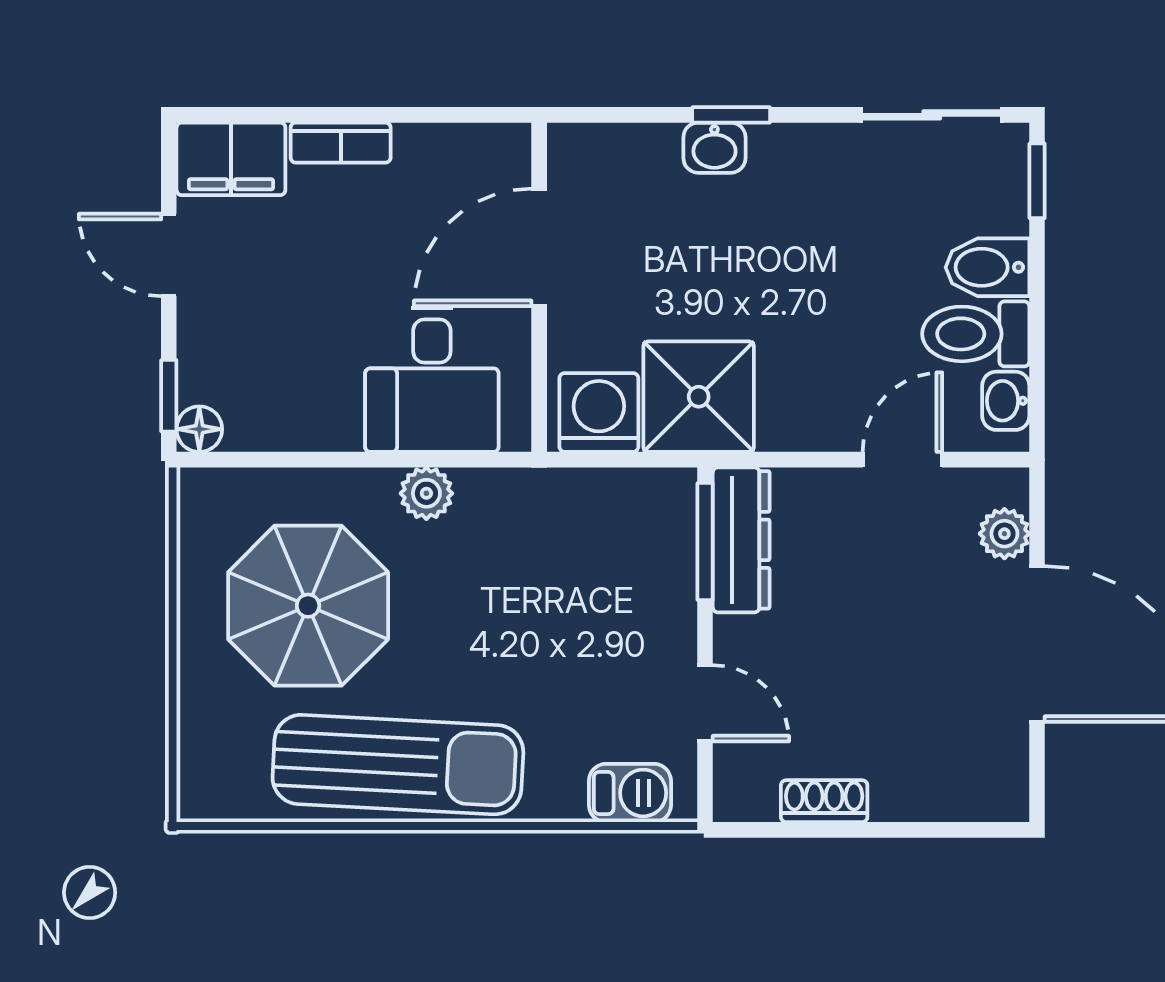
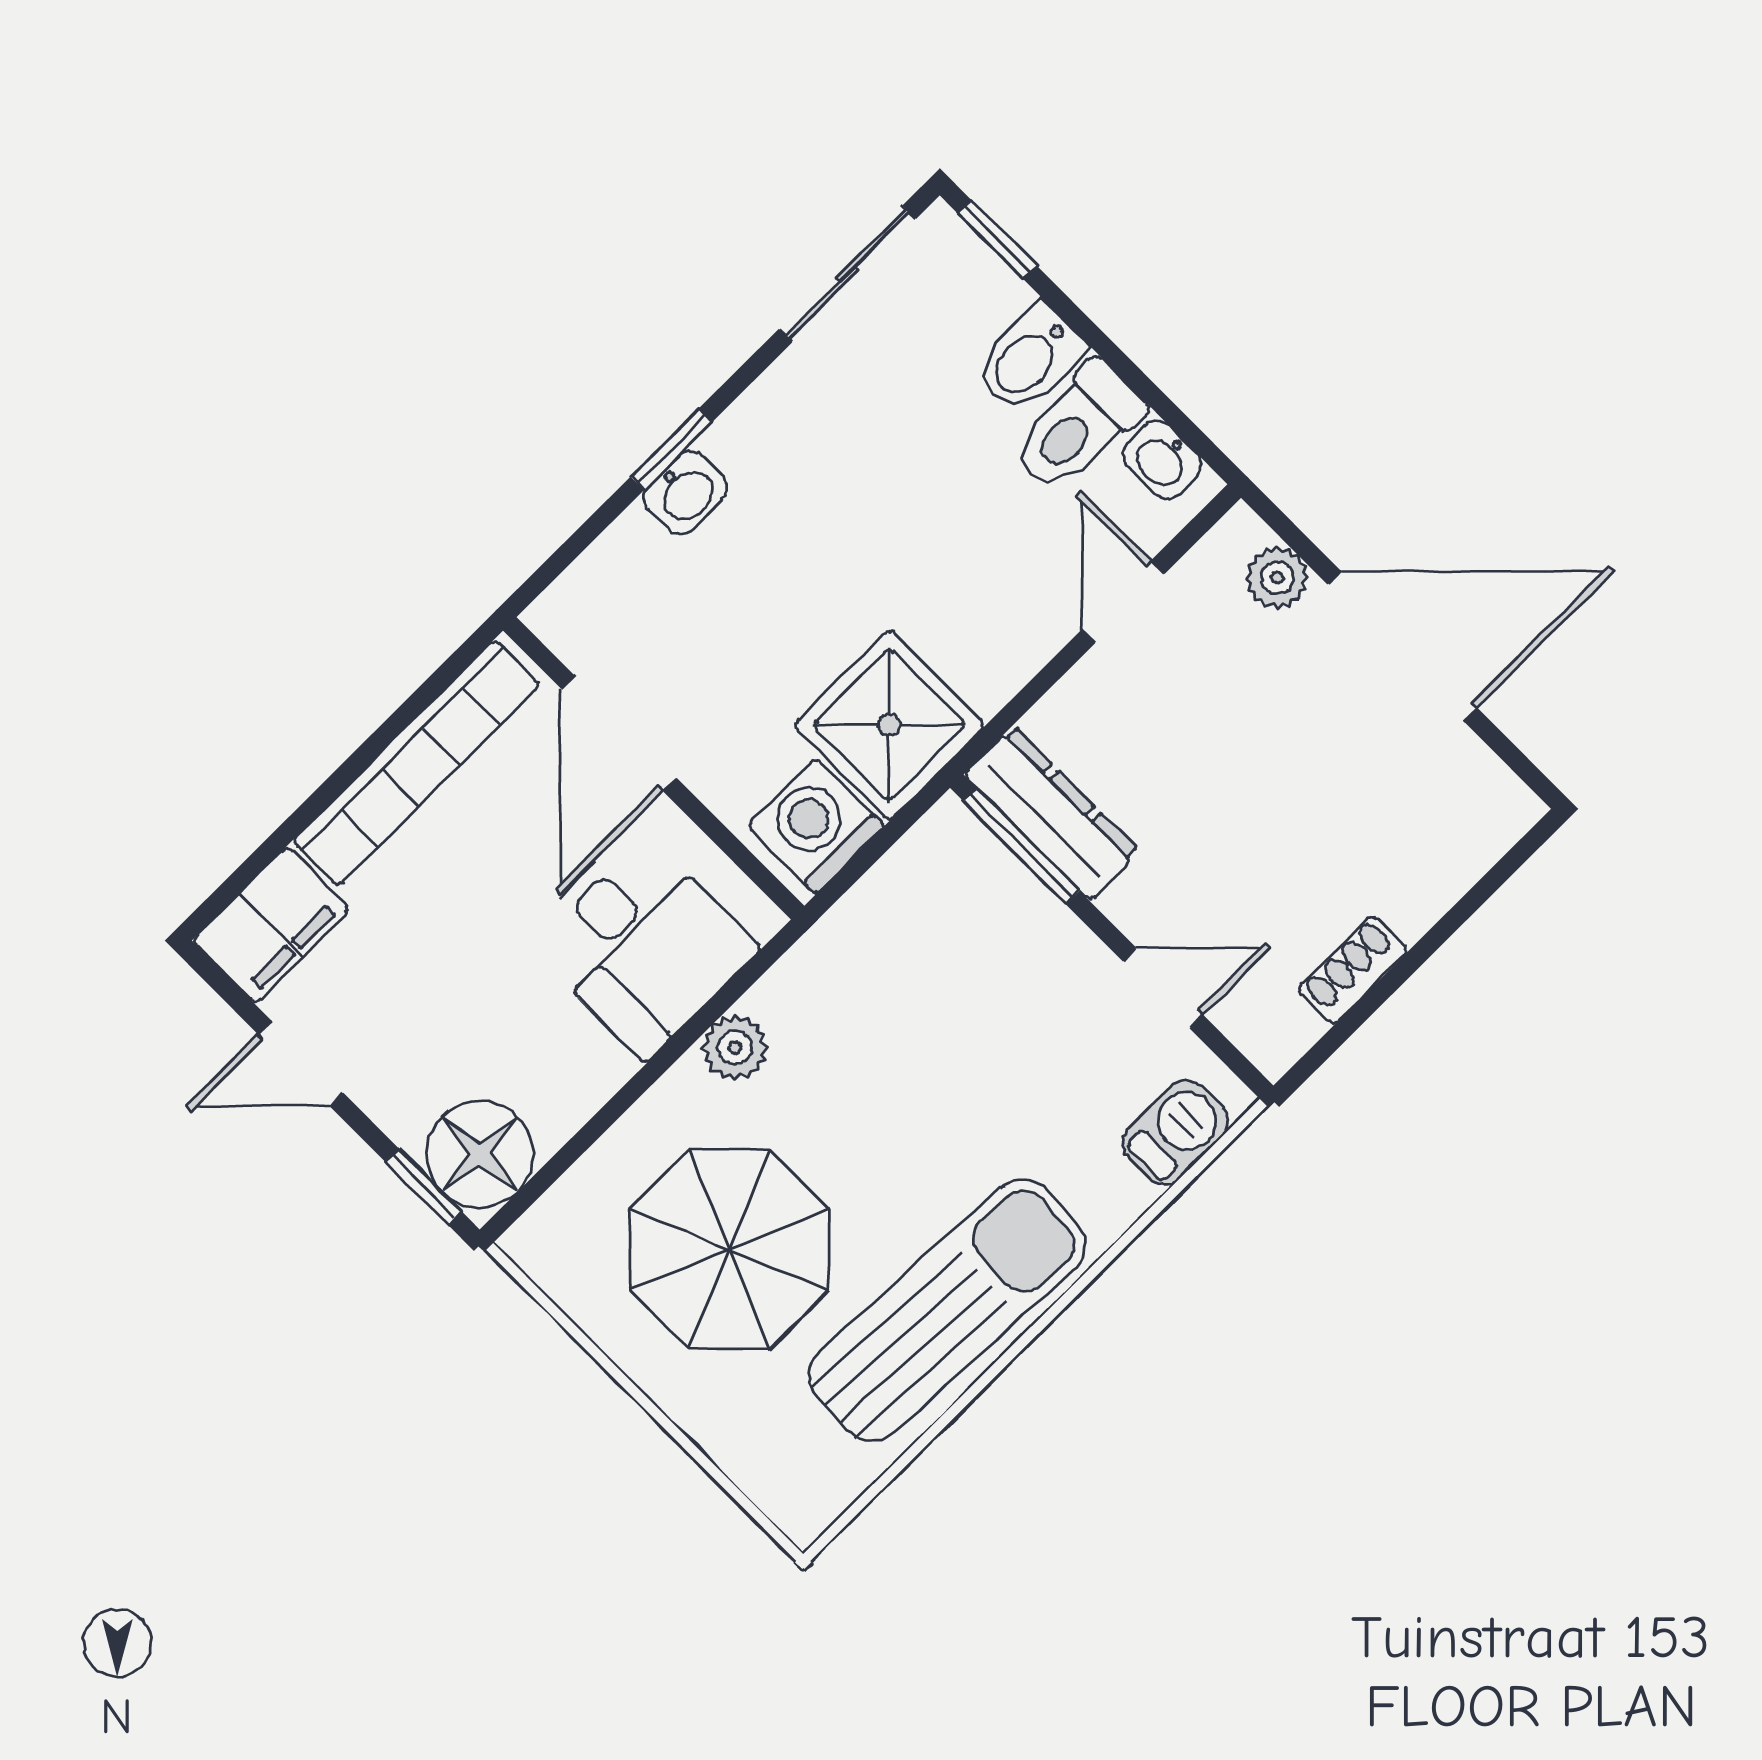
bookcase: (341, 143) -> (416, 763), width x2.31, depth x1.31
floor lamp: (199, 429) -> (480, 1154), width x1.89, depth x1.89

